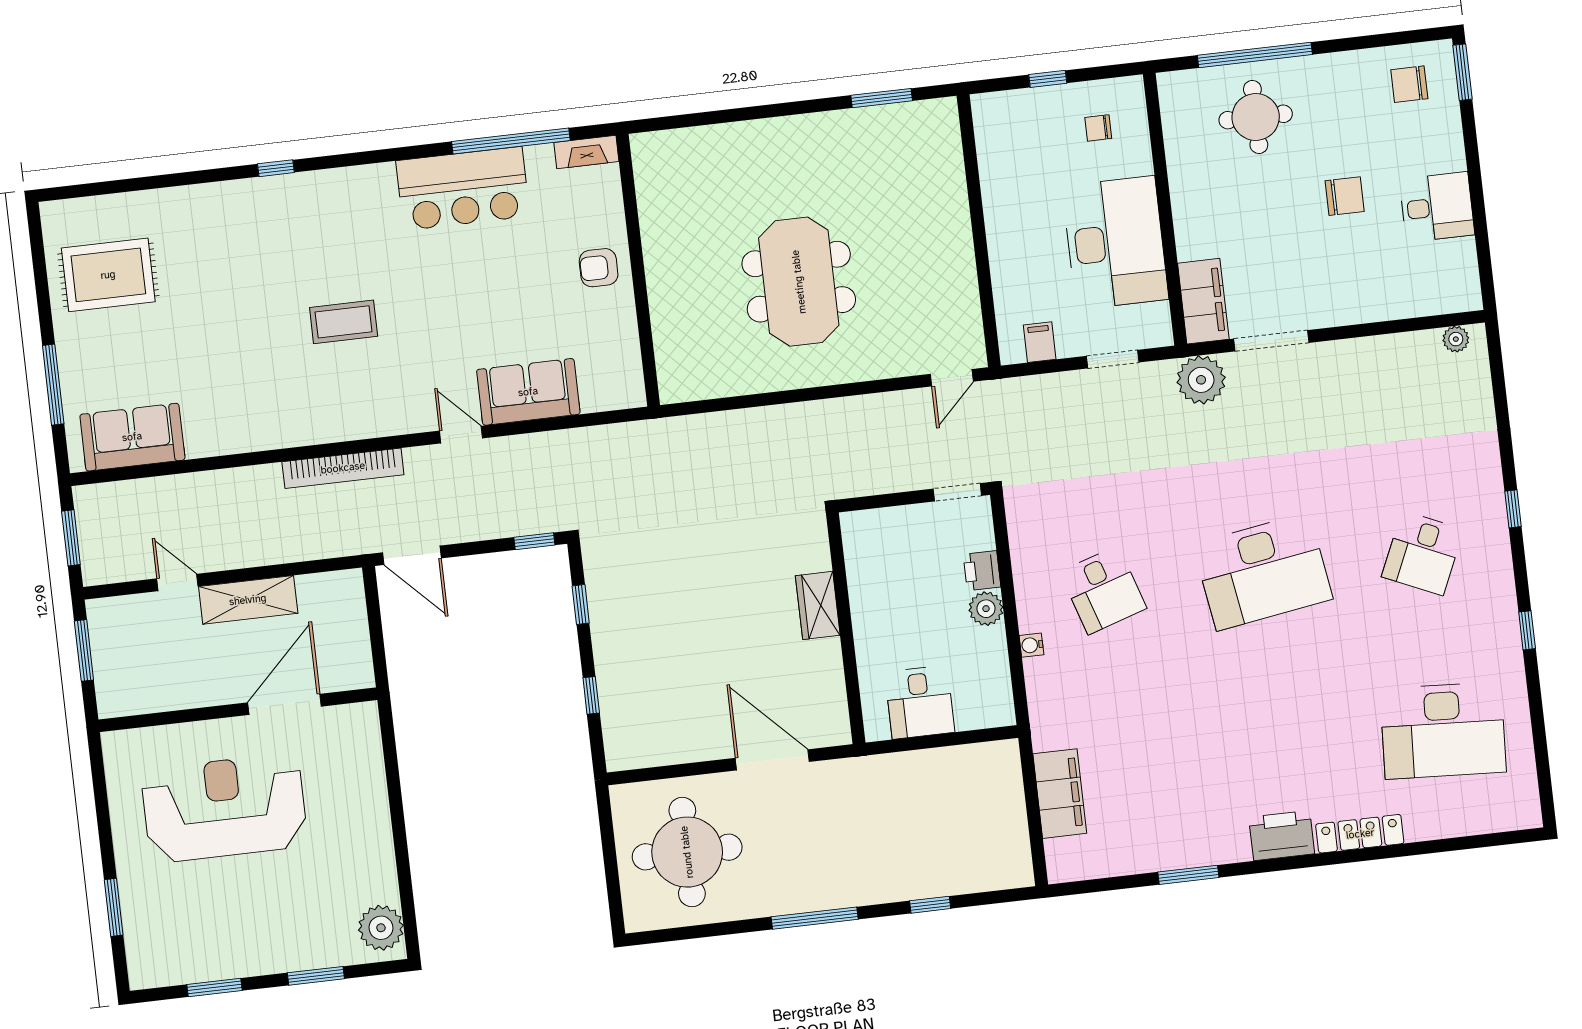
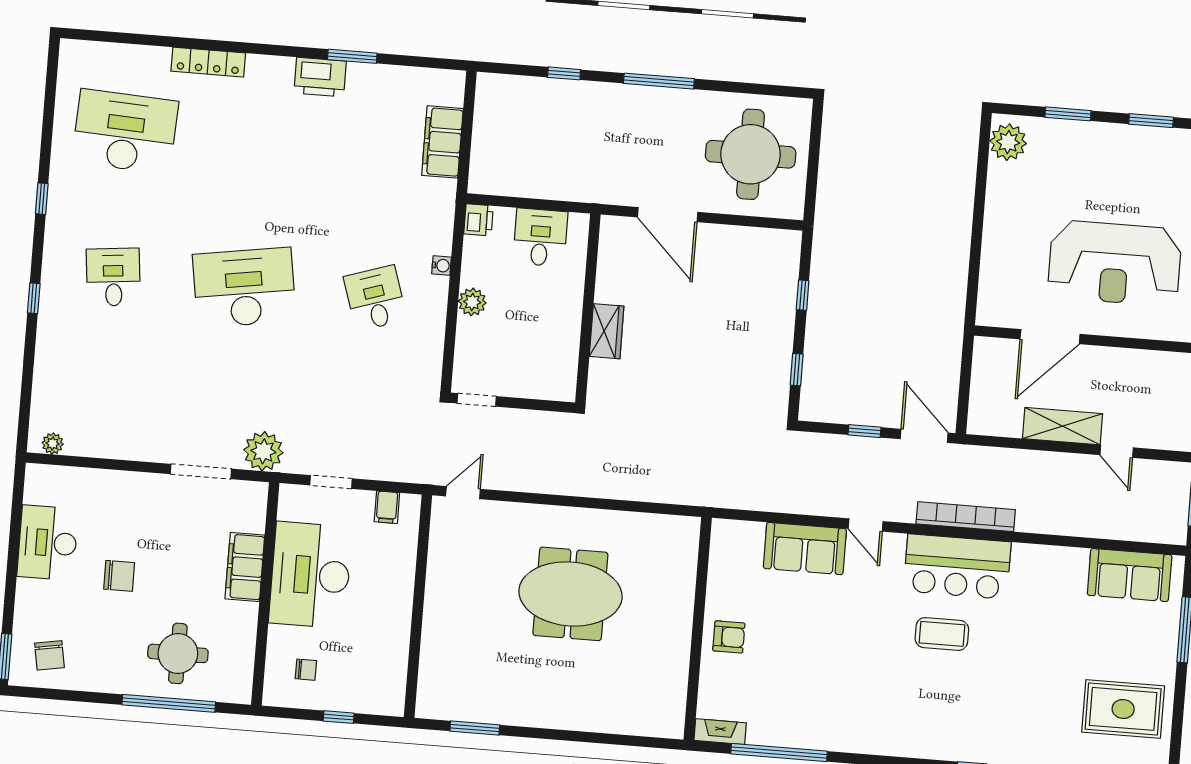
chair: (1409, 84) -> (49, 655), turned 80
bar counter: (463, 188) -> (957, 567), moved, turned 180
chair: (1345, 196) -> (119, 576), turned 180
desk: (1437, 207) -> (48, 543), width x1.37
meeting table: (799, 282) -> (570, 594), turned 90
filing cabinet: (1203, 301) -> (245, 567), moved
window: (534, 541) -> (865, 431), moved
desk: (1423, 553) -> (113, 277), turned -30
printer: (982, 571) -> (479, 220), moved
printer: (1282, 835) -> (320, 77), moved

